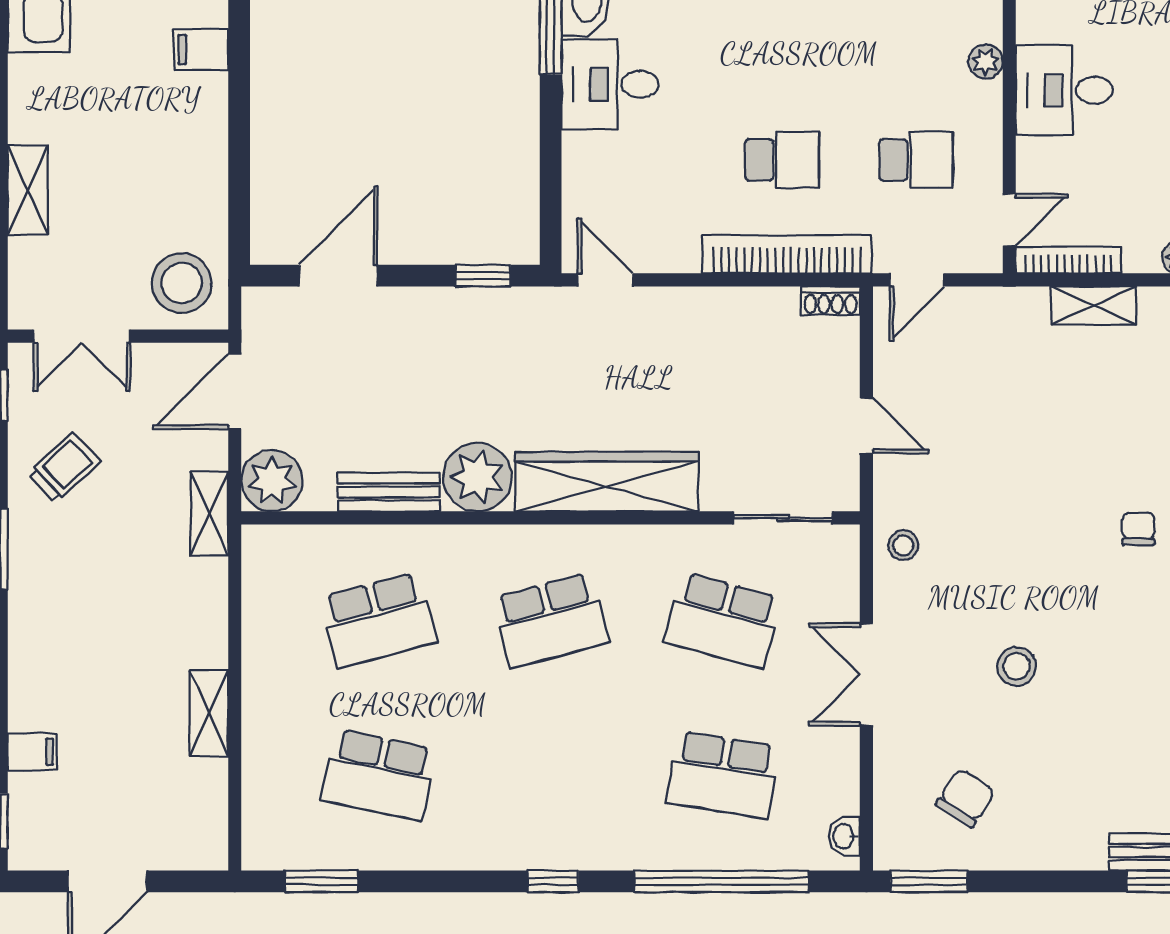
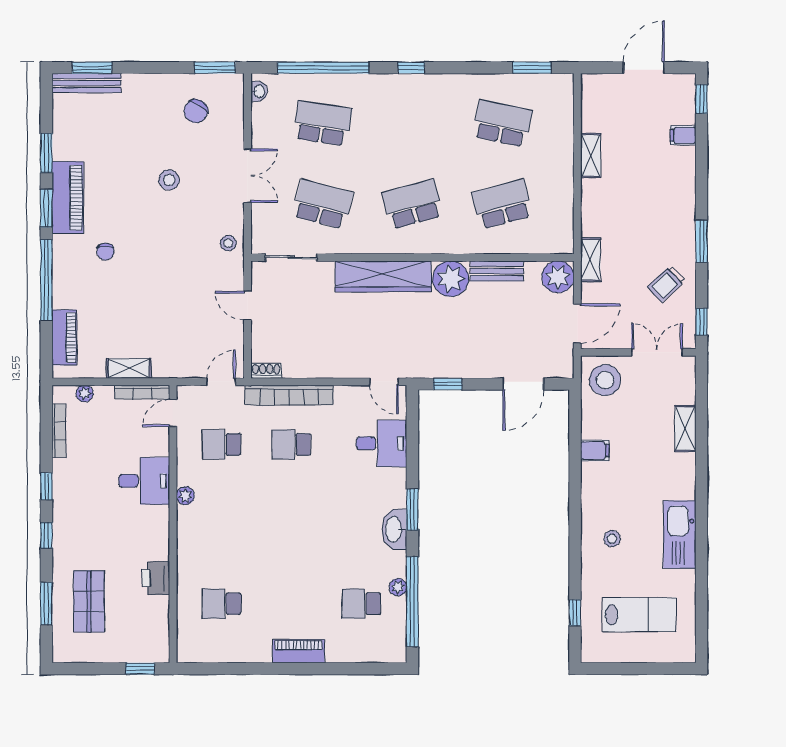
filing cabinet: (201, 50) -> (595, 451), moved
desk: (610, 84) -> (381, 443), moved

